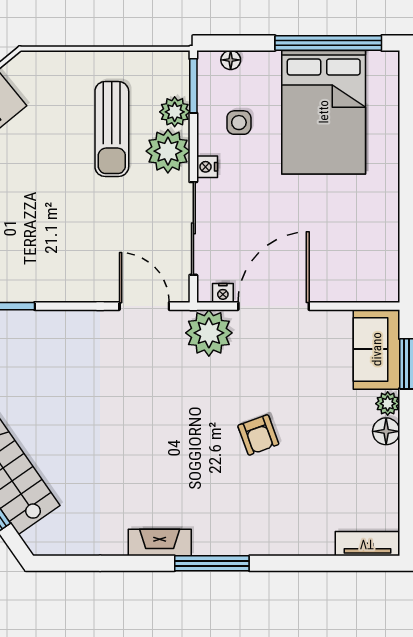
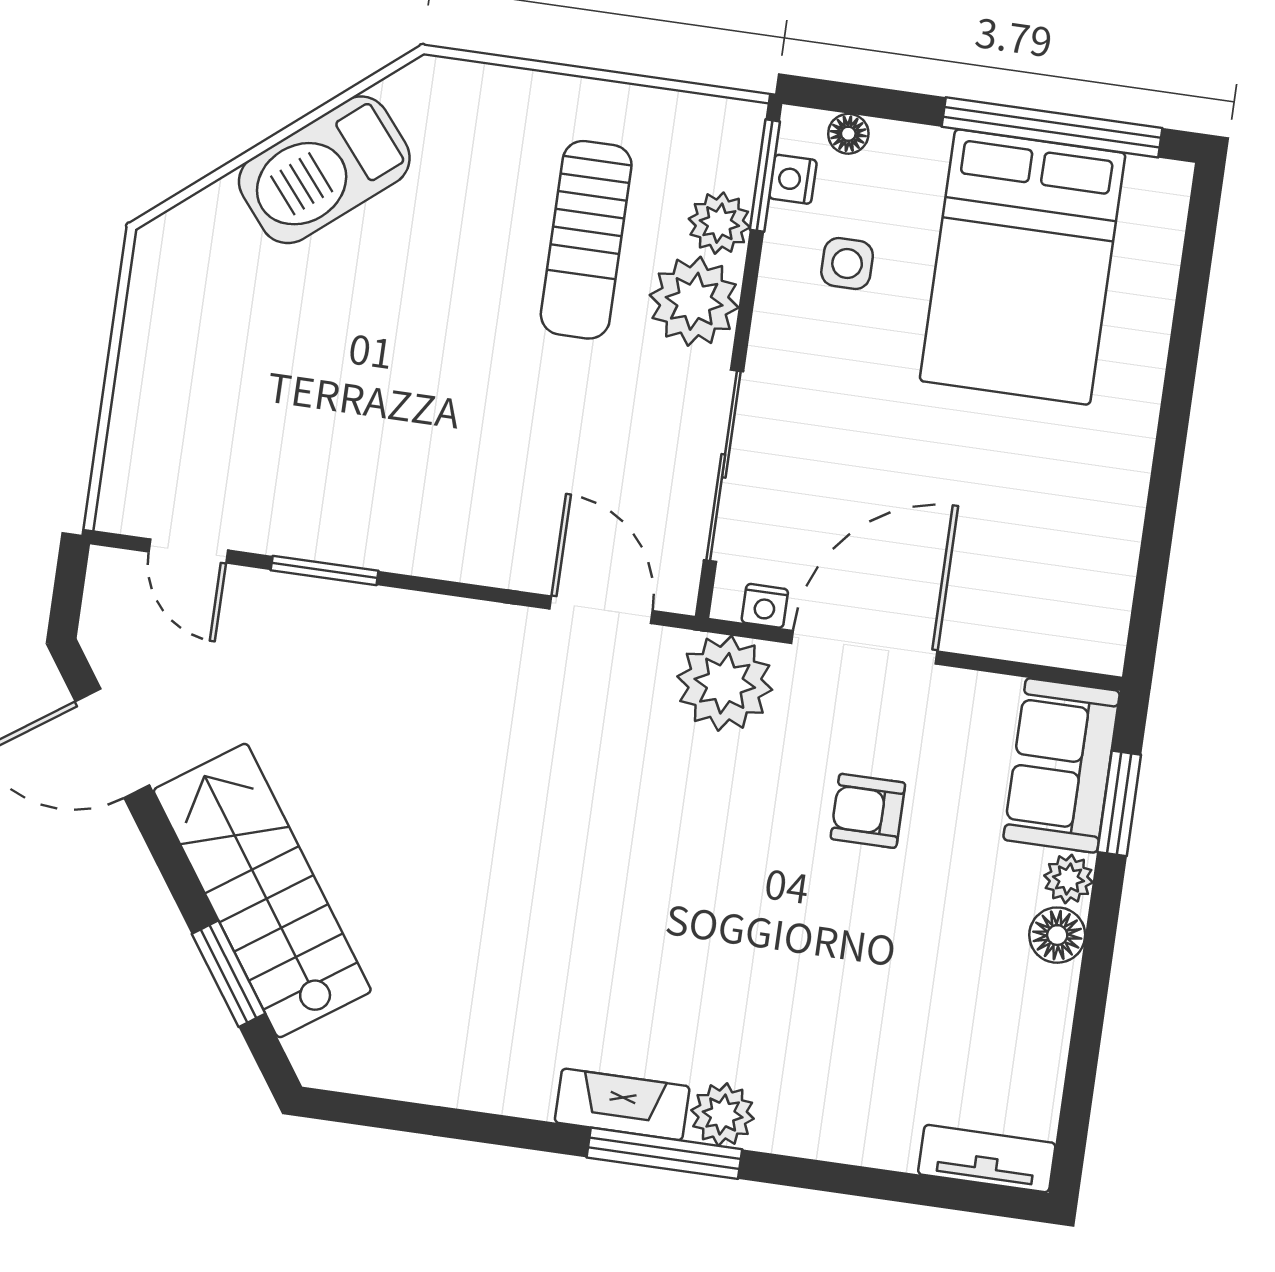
nightstand: (207, 167) -> (793, 179), moved
armchair: (258, 435) -> (868, 811), moved, turned 110
plant: (237, 541) -> (723, 1114), added
fireplace: (160, 543) -> (622, 1104), moved

